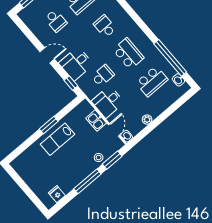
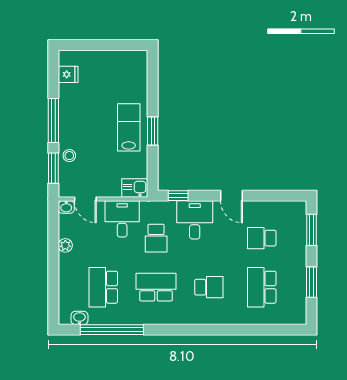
school desk: (128, 54) -> (156, 287), turned 180
door: (47, 55) -> (231, 196), hinge flipped
kitchen sink: (96, 121) -> (135, 188), moved

